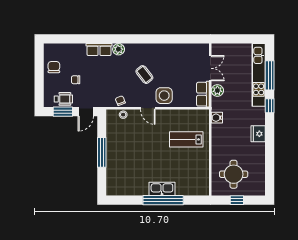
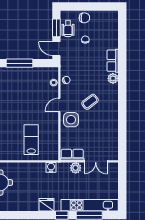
chair: (54, 67) -> (84, 18), moved
fridge: (258, 134) -> (46, 205), moved

